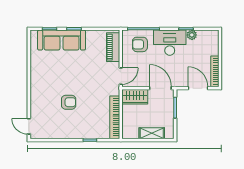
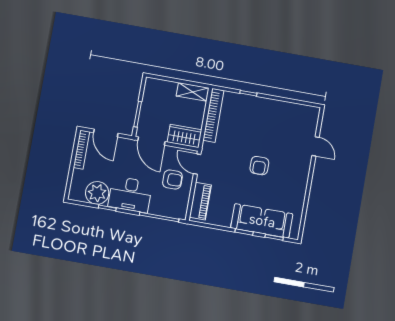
plant: (192, 35) -> (97, 193), width x1.88, depth x1.88
armchair: (140, 44) -> (172, 179), moved
door: (121, 76) -> (197, 164), hinge flipped
armchair: (69, 102) -> (259, 166), moved, turned -90
door: (29, 126) -> (316, 146), moved
shelving: (152, 133) -> (193, 92), moved

